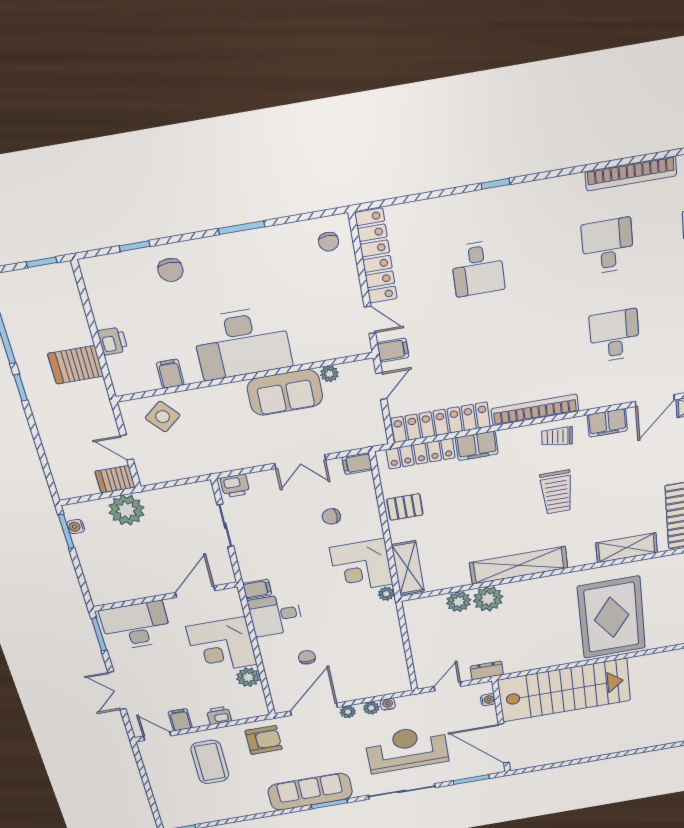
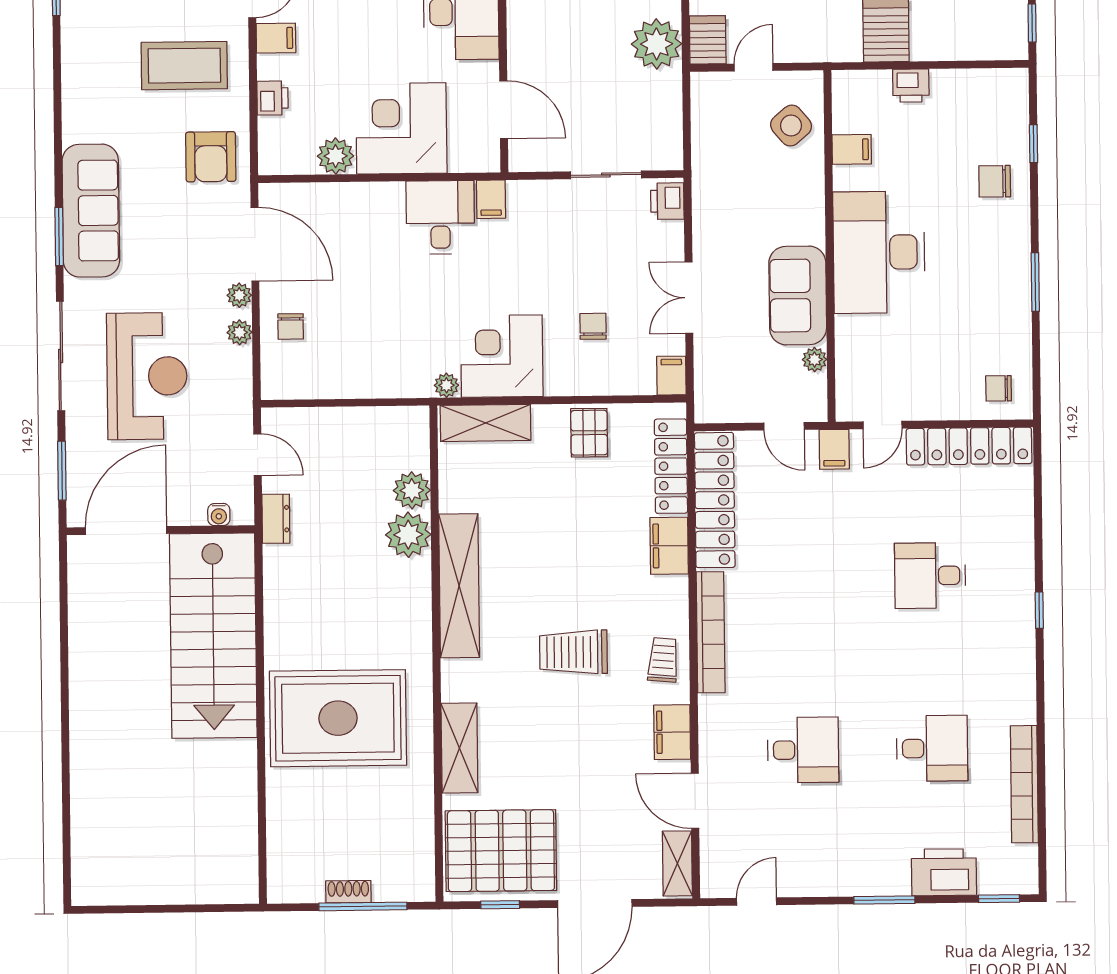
chair: (307, 657) -> (291, 326), moved, turned 90
water cooler: (388, 704) -> (242, 359), removed

